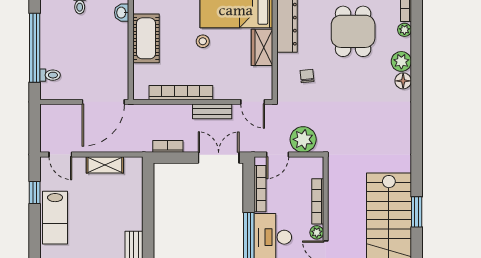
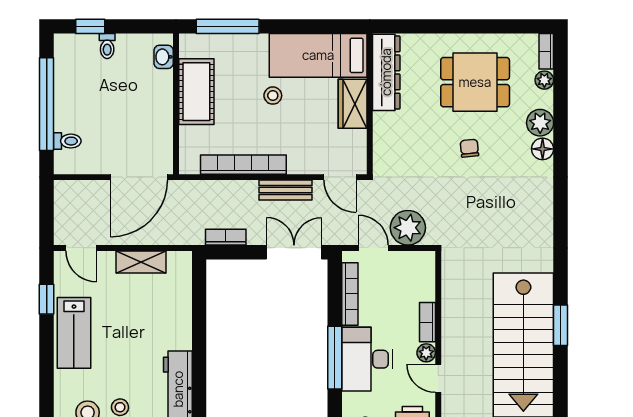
dining table: (353, 31) -> (475, 82), turned 90
chair: (307, 76) -> (469, 148), moved
door: (277, 155) -> (373, 248), swing flipped
bookcase: (318, 201) -> (427, 322), width x0.64

